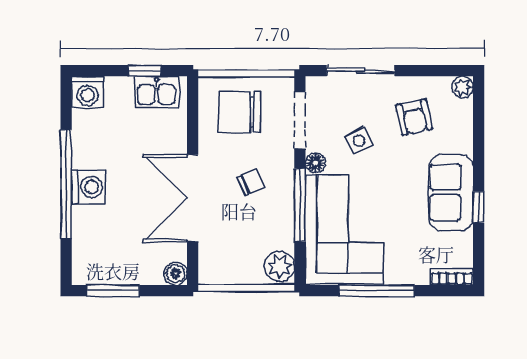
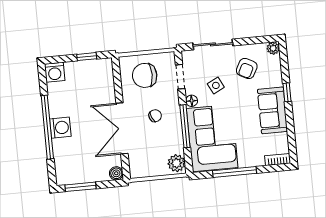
kitchen sink: (157, 92) -> (95, 69), removed
armchair: (414, 117) -> (247, 68), turned 40
doorway: (300, 120) -> (180, 77), width x0.73
window: (479, 207) -> (287, 92), moved

